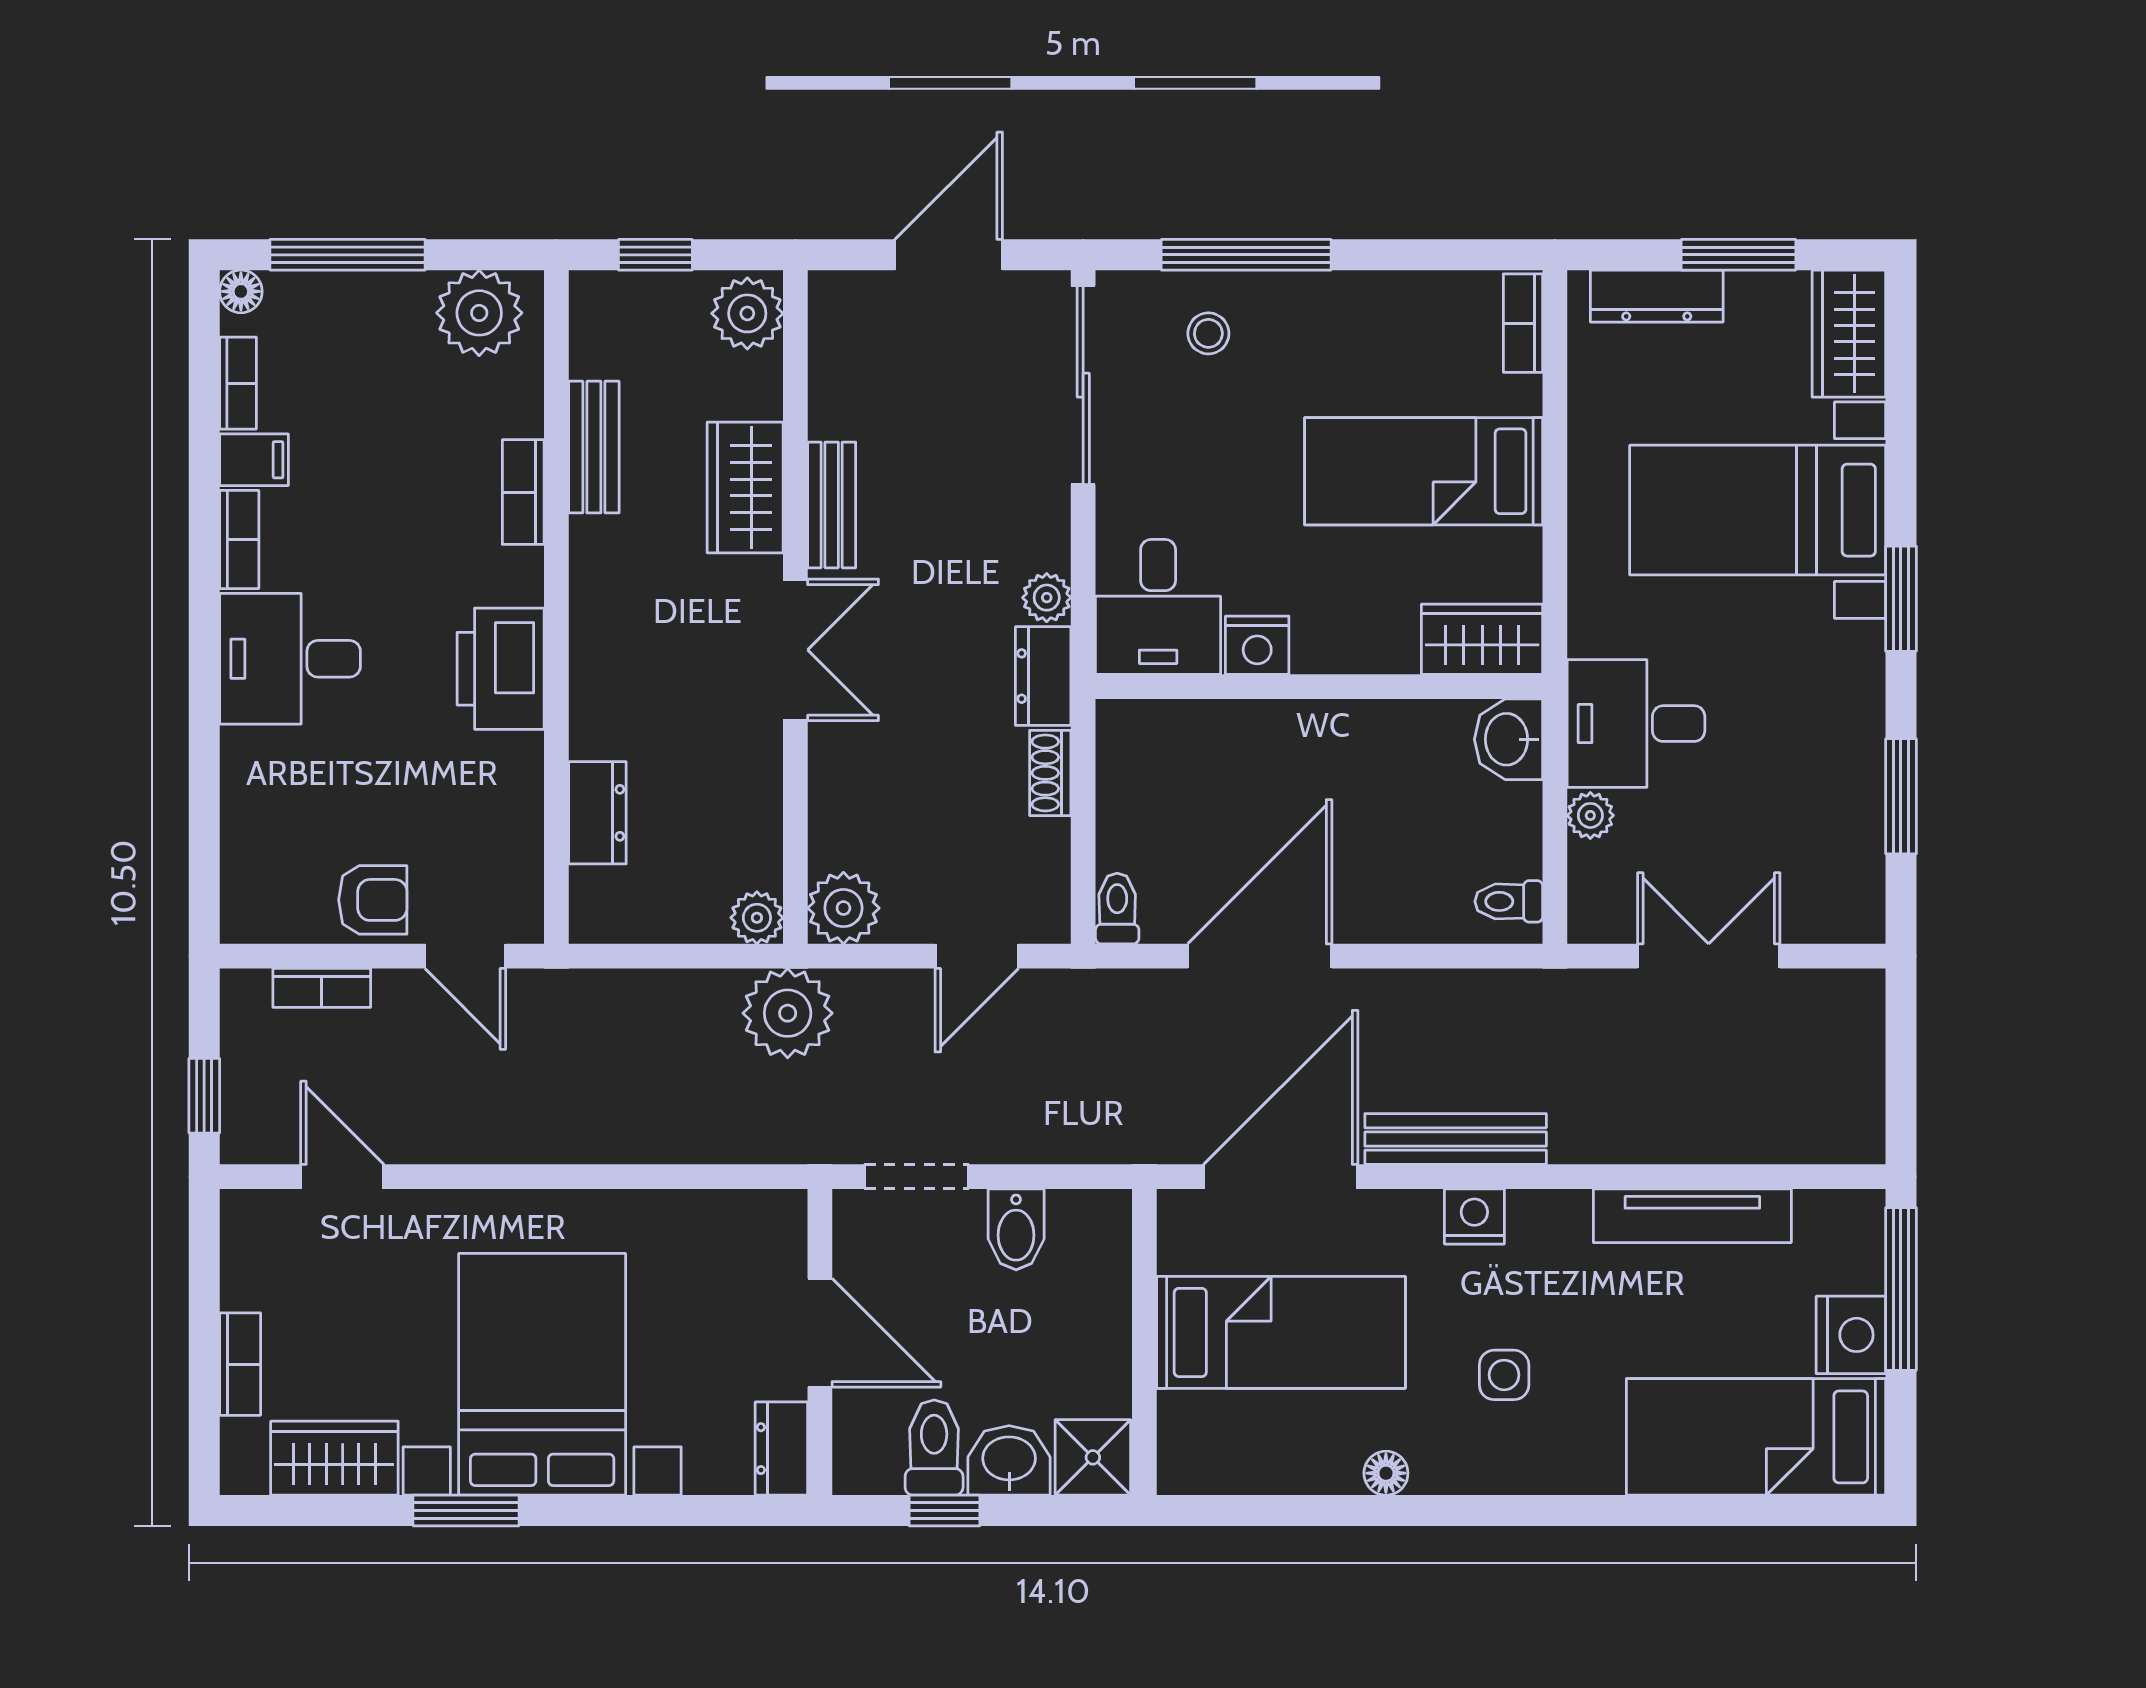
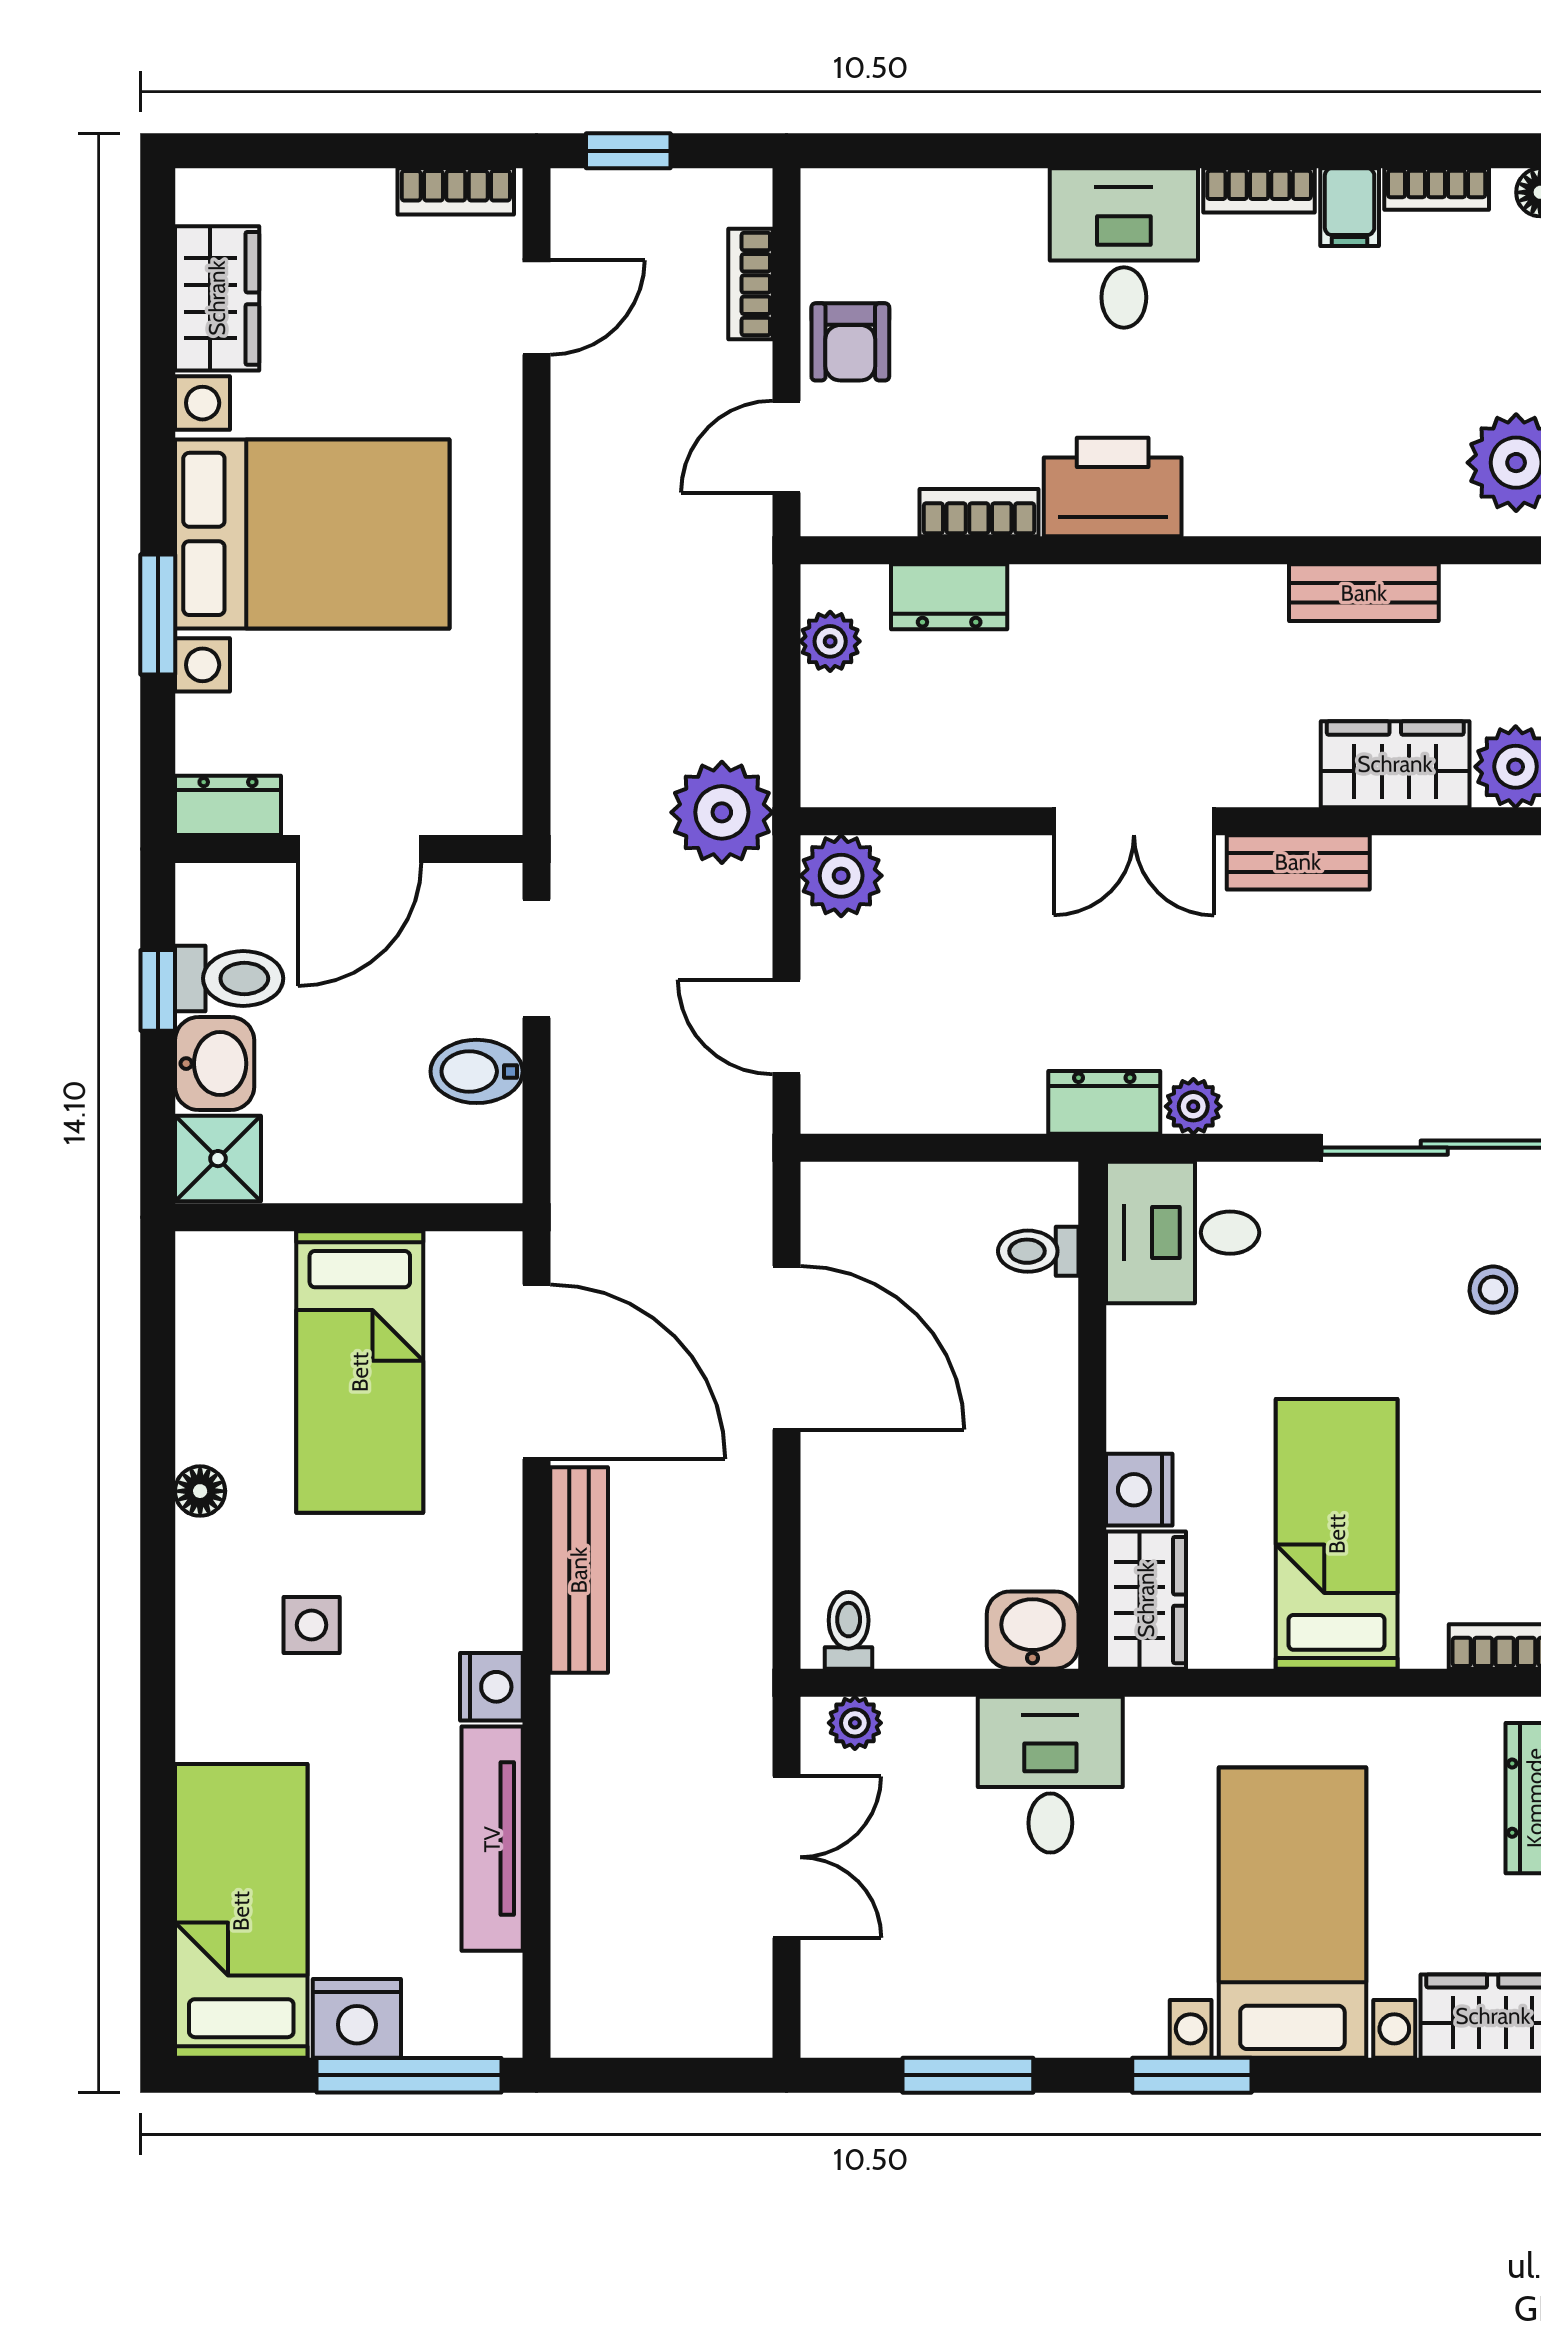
wardrobe: (745, 487) -> (1395, 764), moved
bookcase: (523, 492) -> (979, 513), moved
nightstand: (1257, 645) -> (1139, 1490), moved
shoe rack: (1050, 773) -> (994, 1110), removed
plant: (1590, 815) -> (855, 1723), moved
toilet: (1117, 909) -> (1038, 1251), moved, turned 180
plant: (757, 918) -> (830, 641), moved
nightstand: (1474, 1216) -> (491, 1687), moved
bookcase: (240, 1364) -> (456, 191), moved
window: (466, 1511) -> (158, 614), moved

